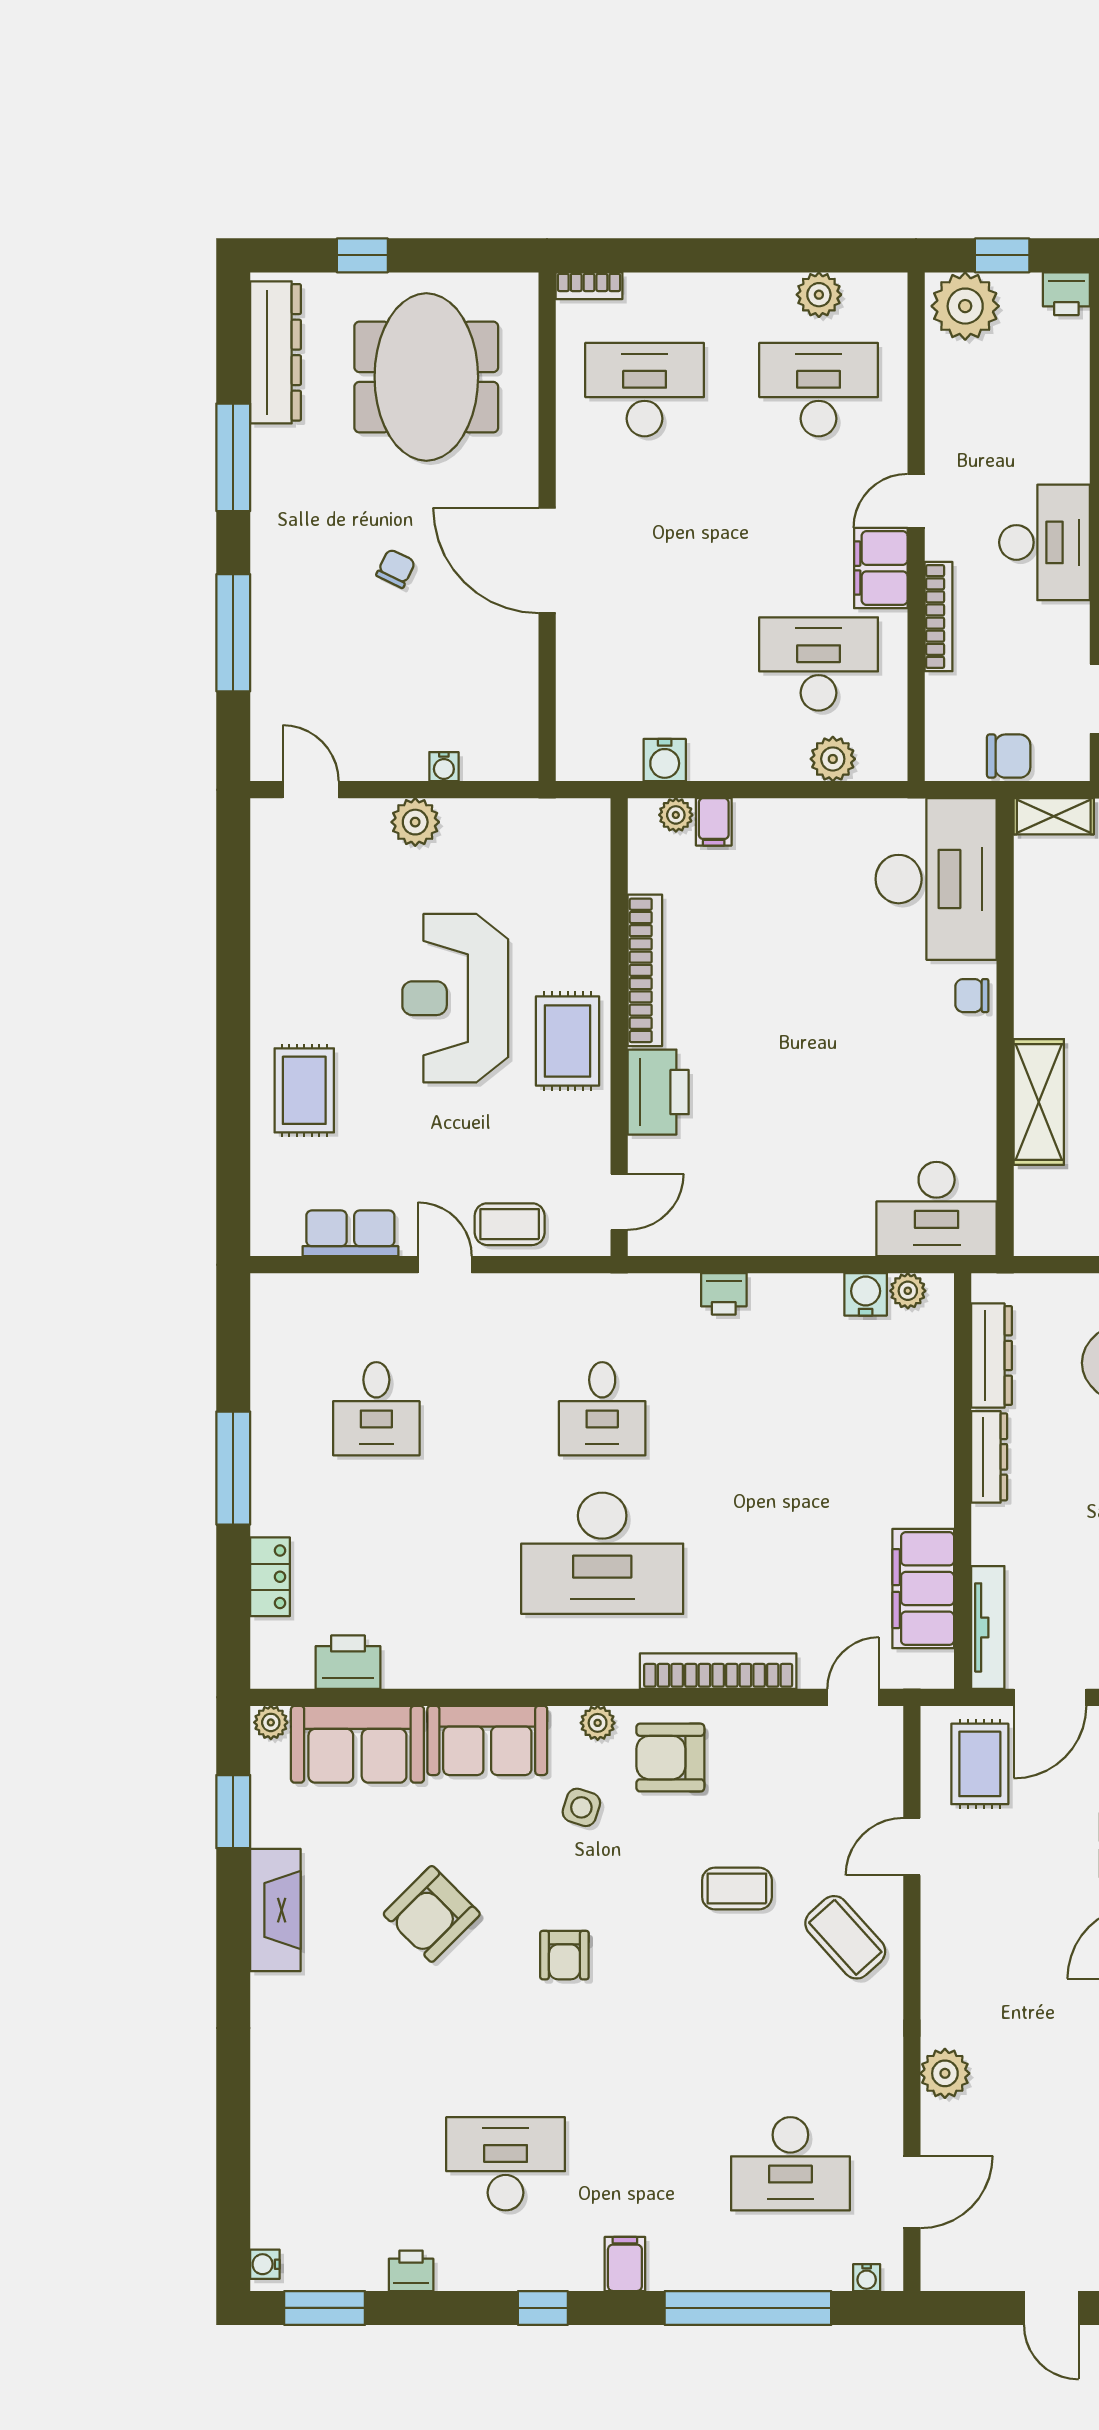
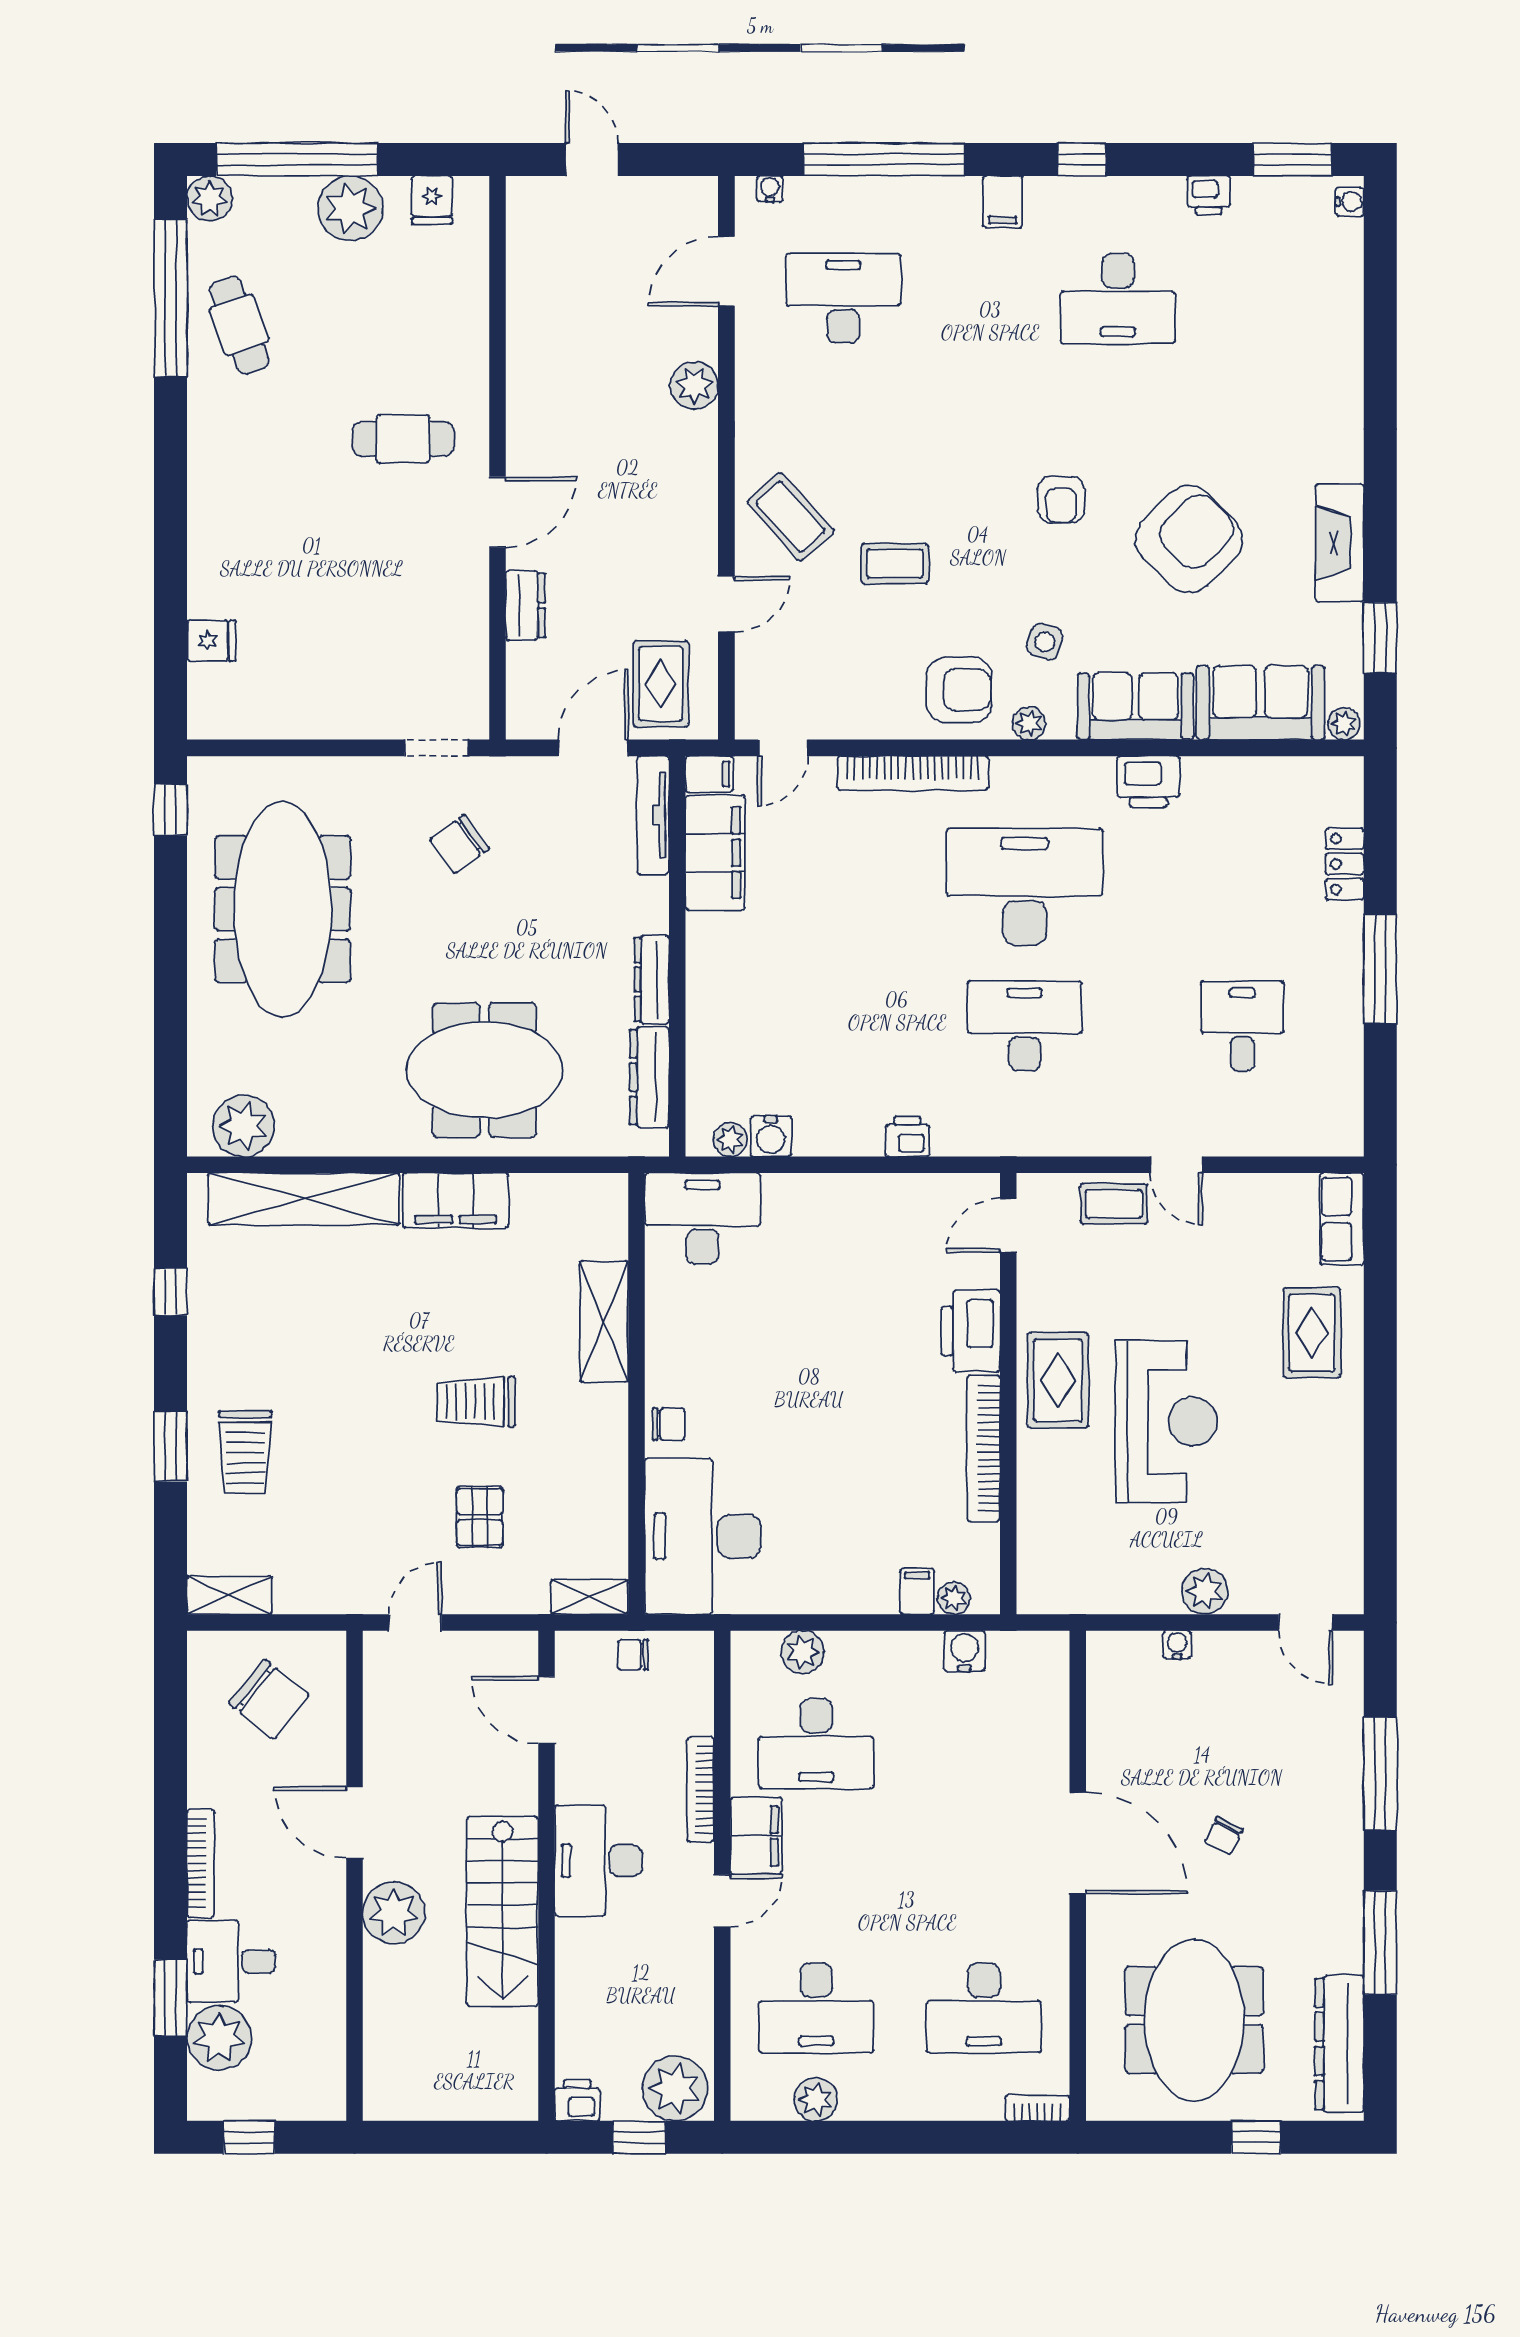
chair: (1009, 756) -> (633, 1655), width x0.73, depth x0.73
row of seats: (350, 1233) -> (1342, 1219), moved, turned 90
desk: (602, 1409) -> (1025, 1026), width x1.37
printer: (348, 1662) -> (1148, 782), moved
filing cabinet: (929, 1670) -> (709, 774), added
armchair: (432, 1914) -> (1189, 539), width x1.36, depth x1.36
armchair: (564, 1955) -> (1061, 500), turned 180

